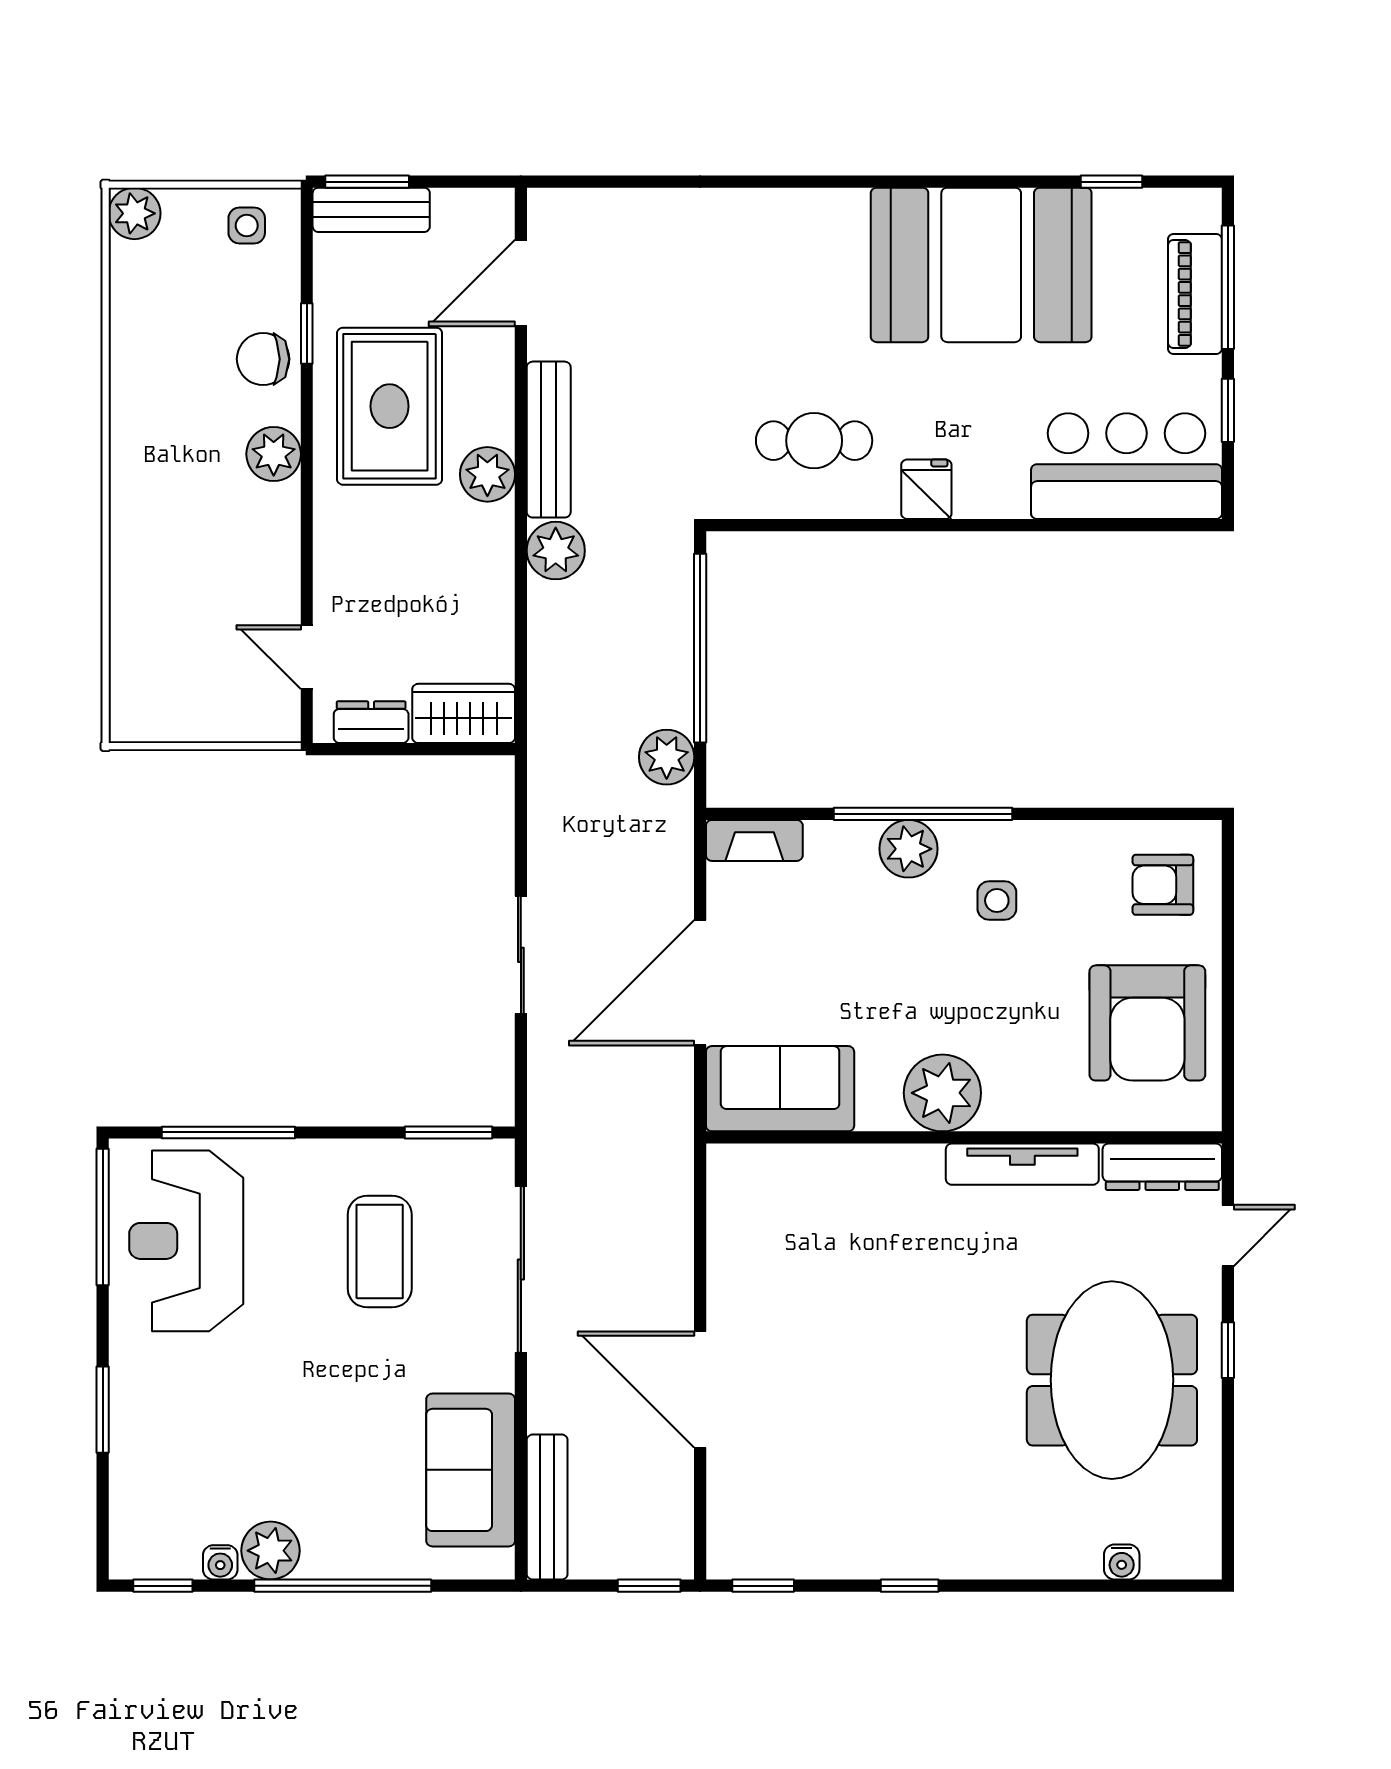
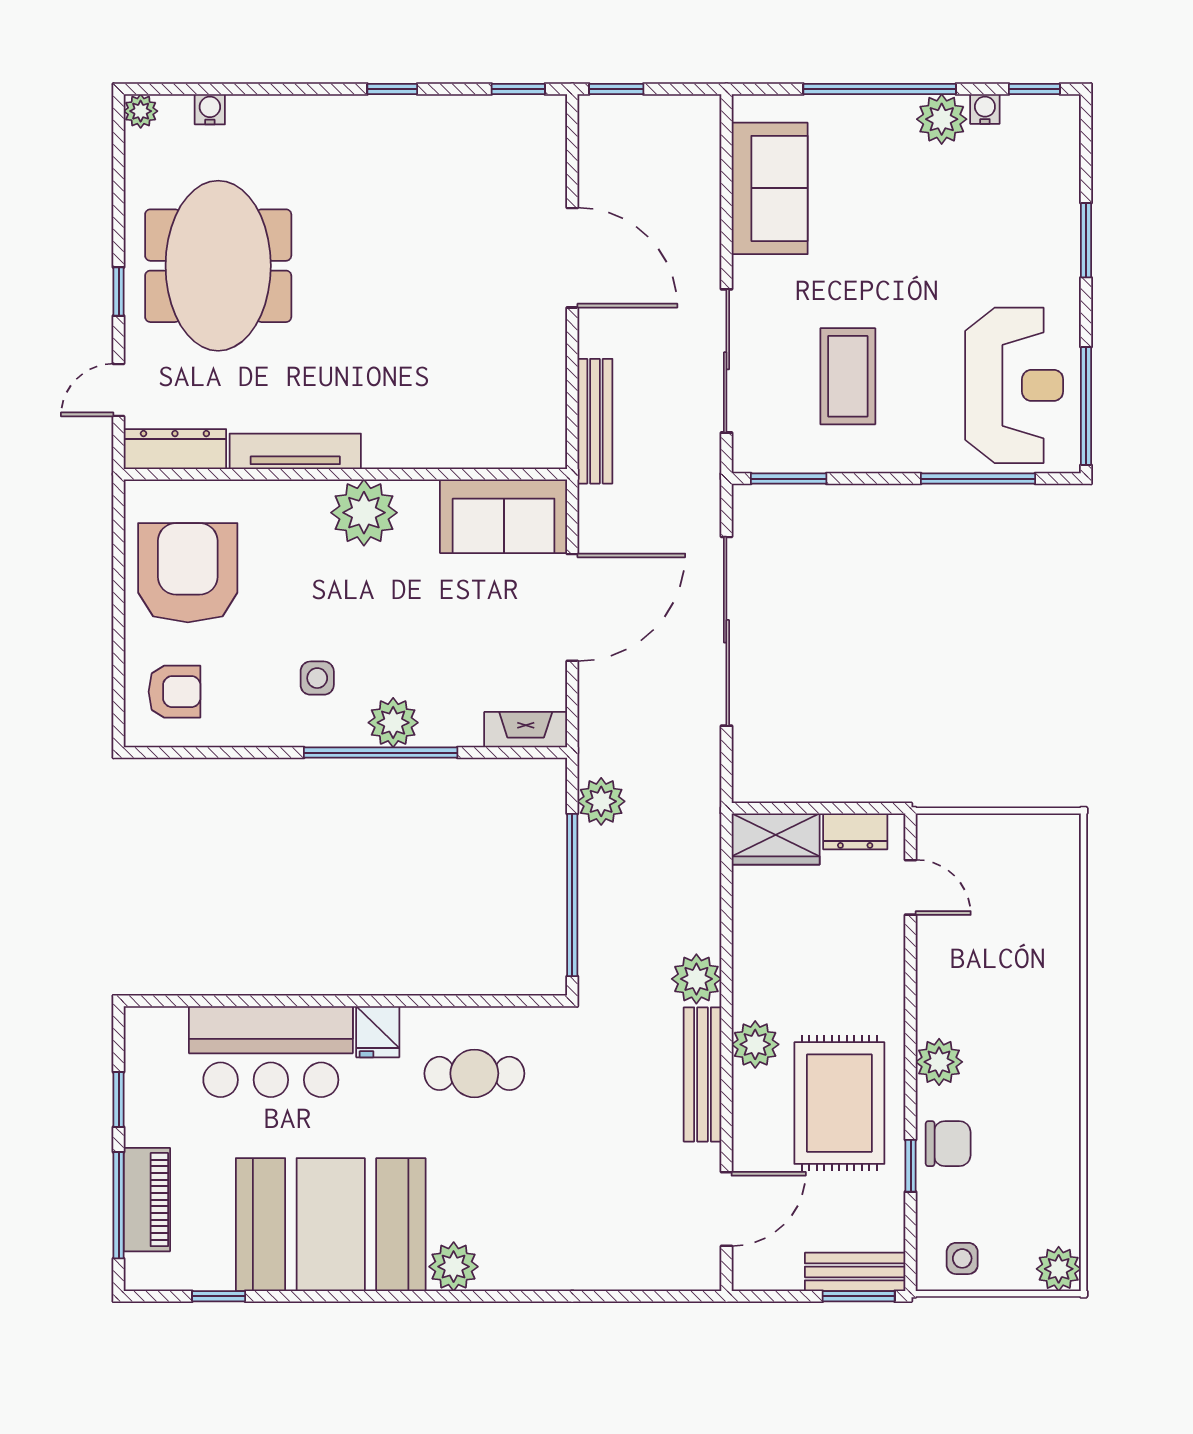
plant: (838, 216) -> (454, 1267), added
bar counter: (1127, 466) -> (271, 1052), moved
sliding door: (521, 955) -> (726, 631), width x1.86
bench: (547, 1507) -> (595, 421), moved
plant: (1202, 1560) -> (141, 111), added

